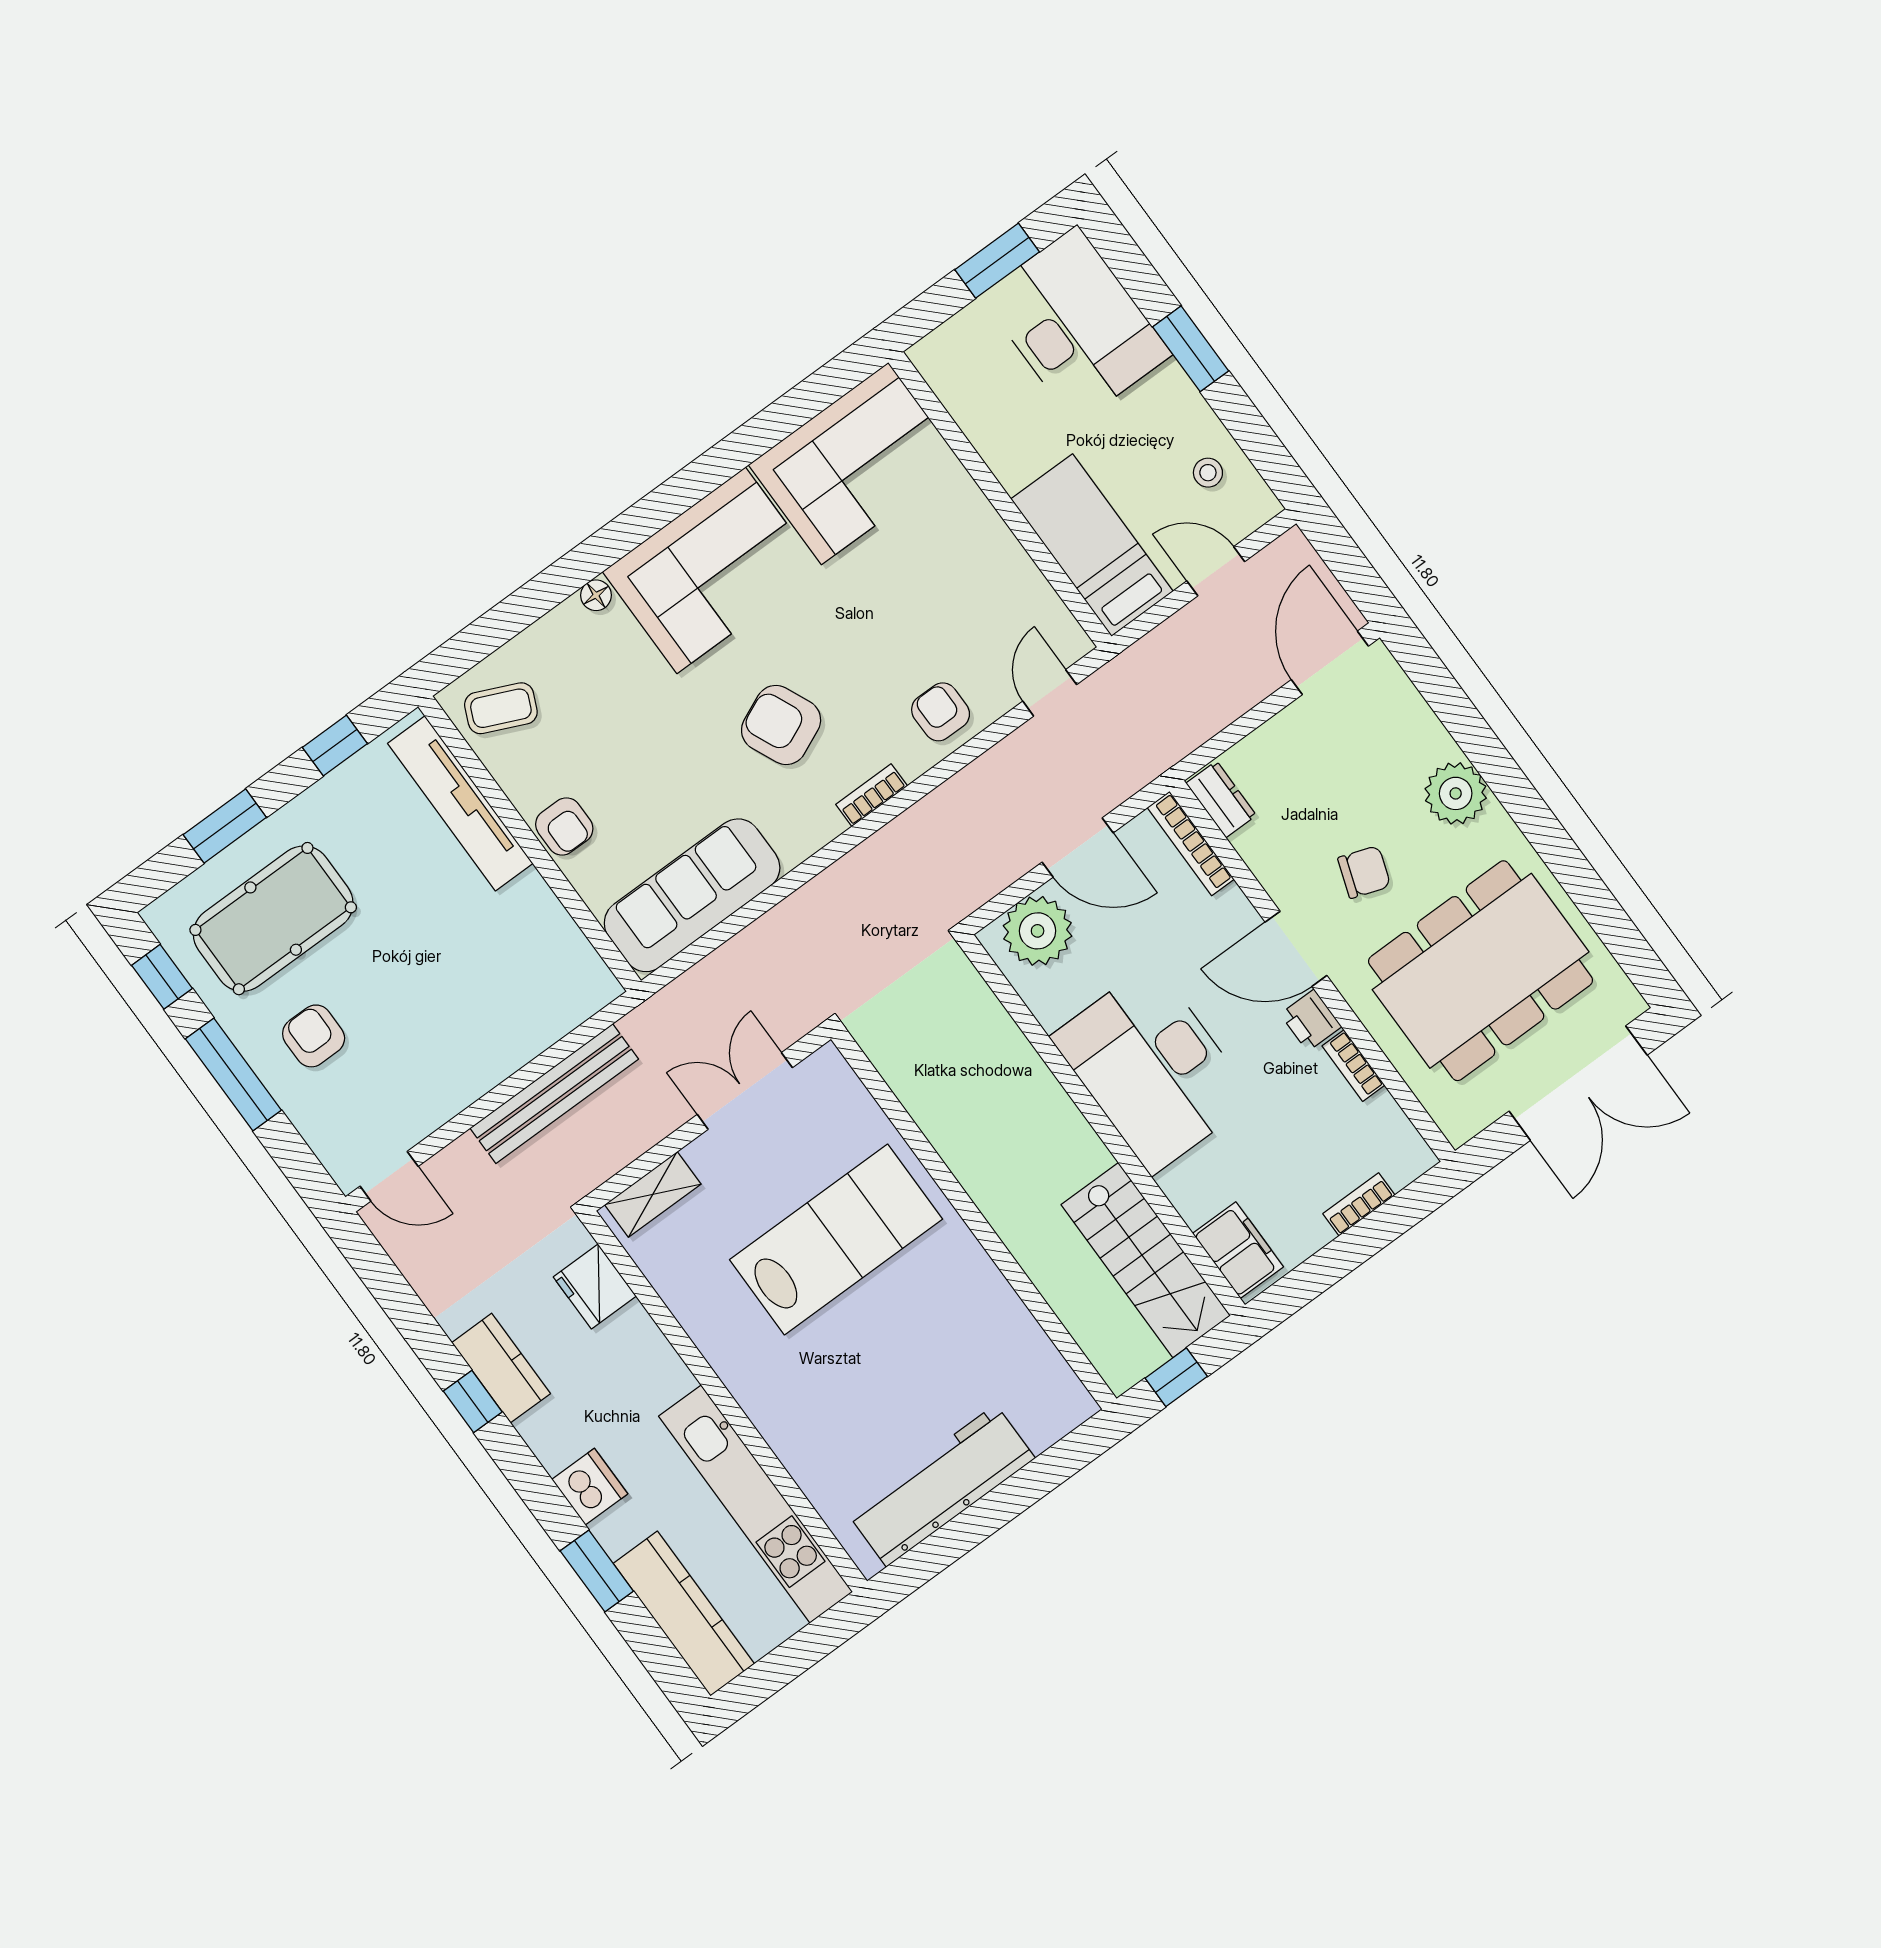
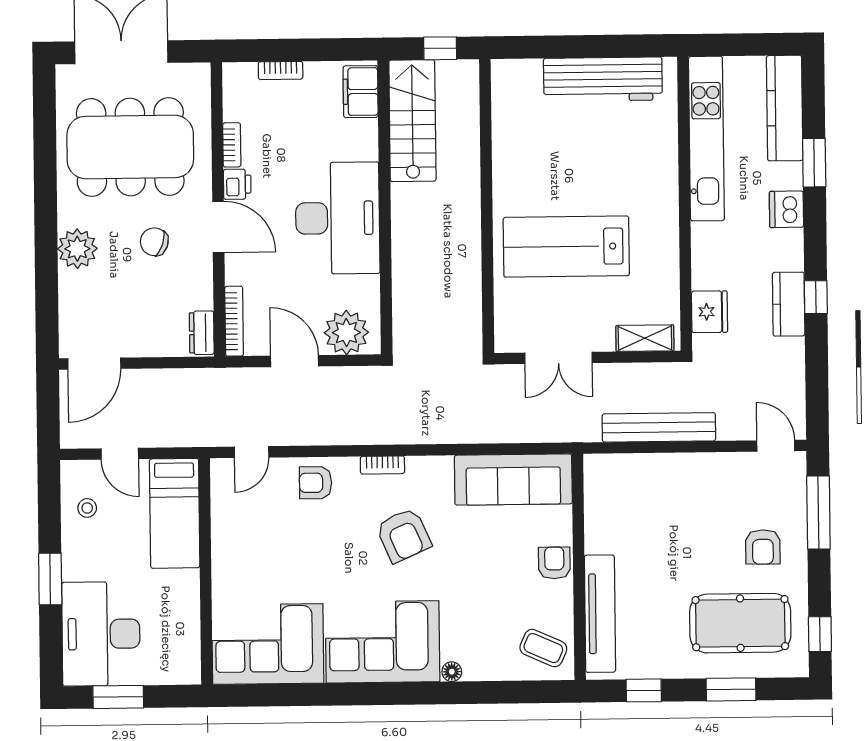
armchair: (941, 712) -> (316, 483), turned 90
window: (233, 1074) -> (818, 512), moved

